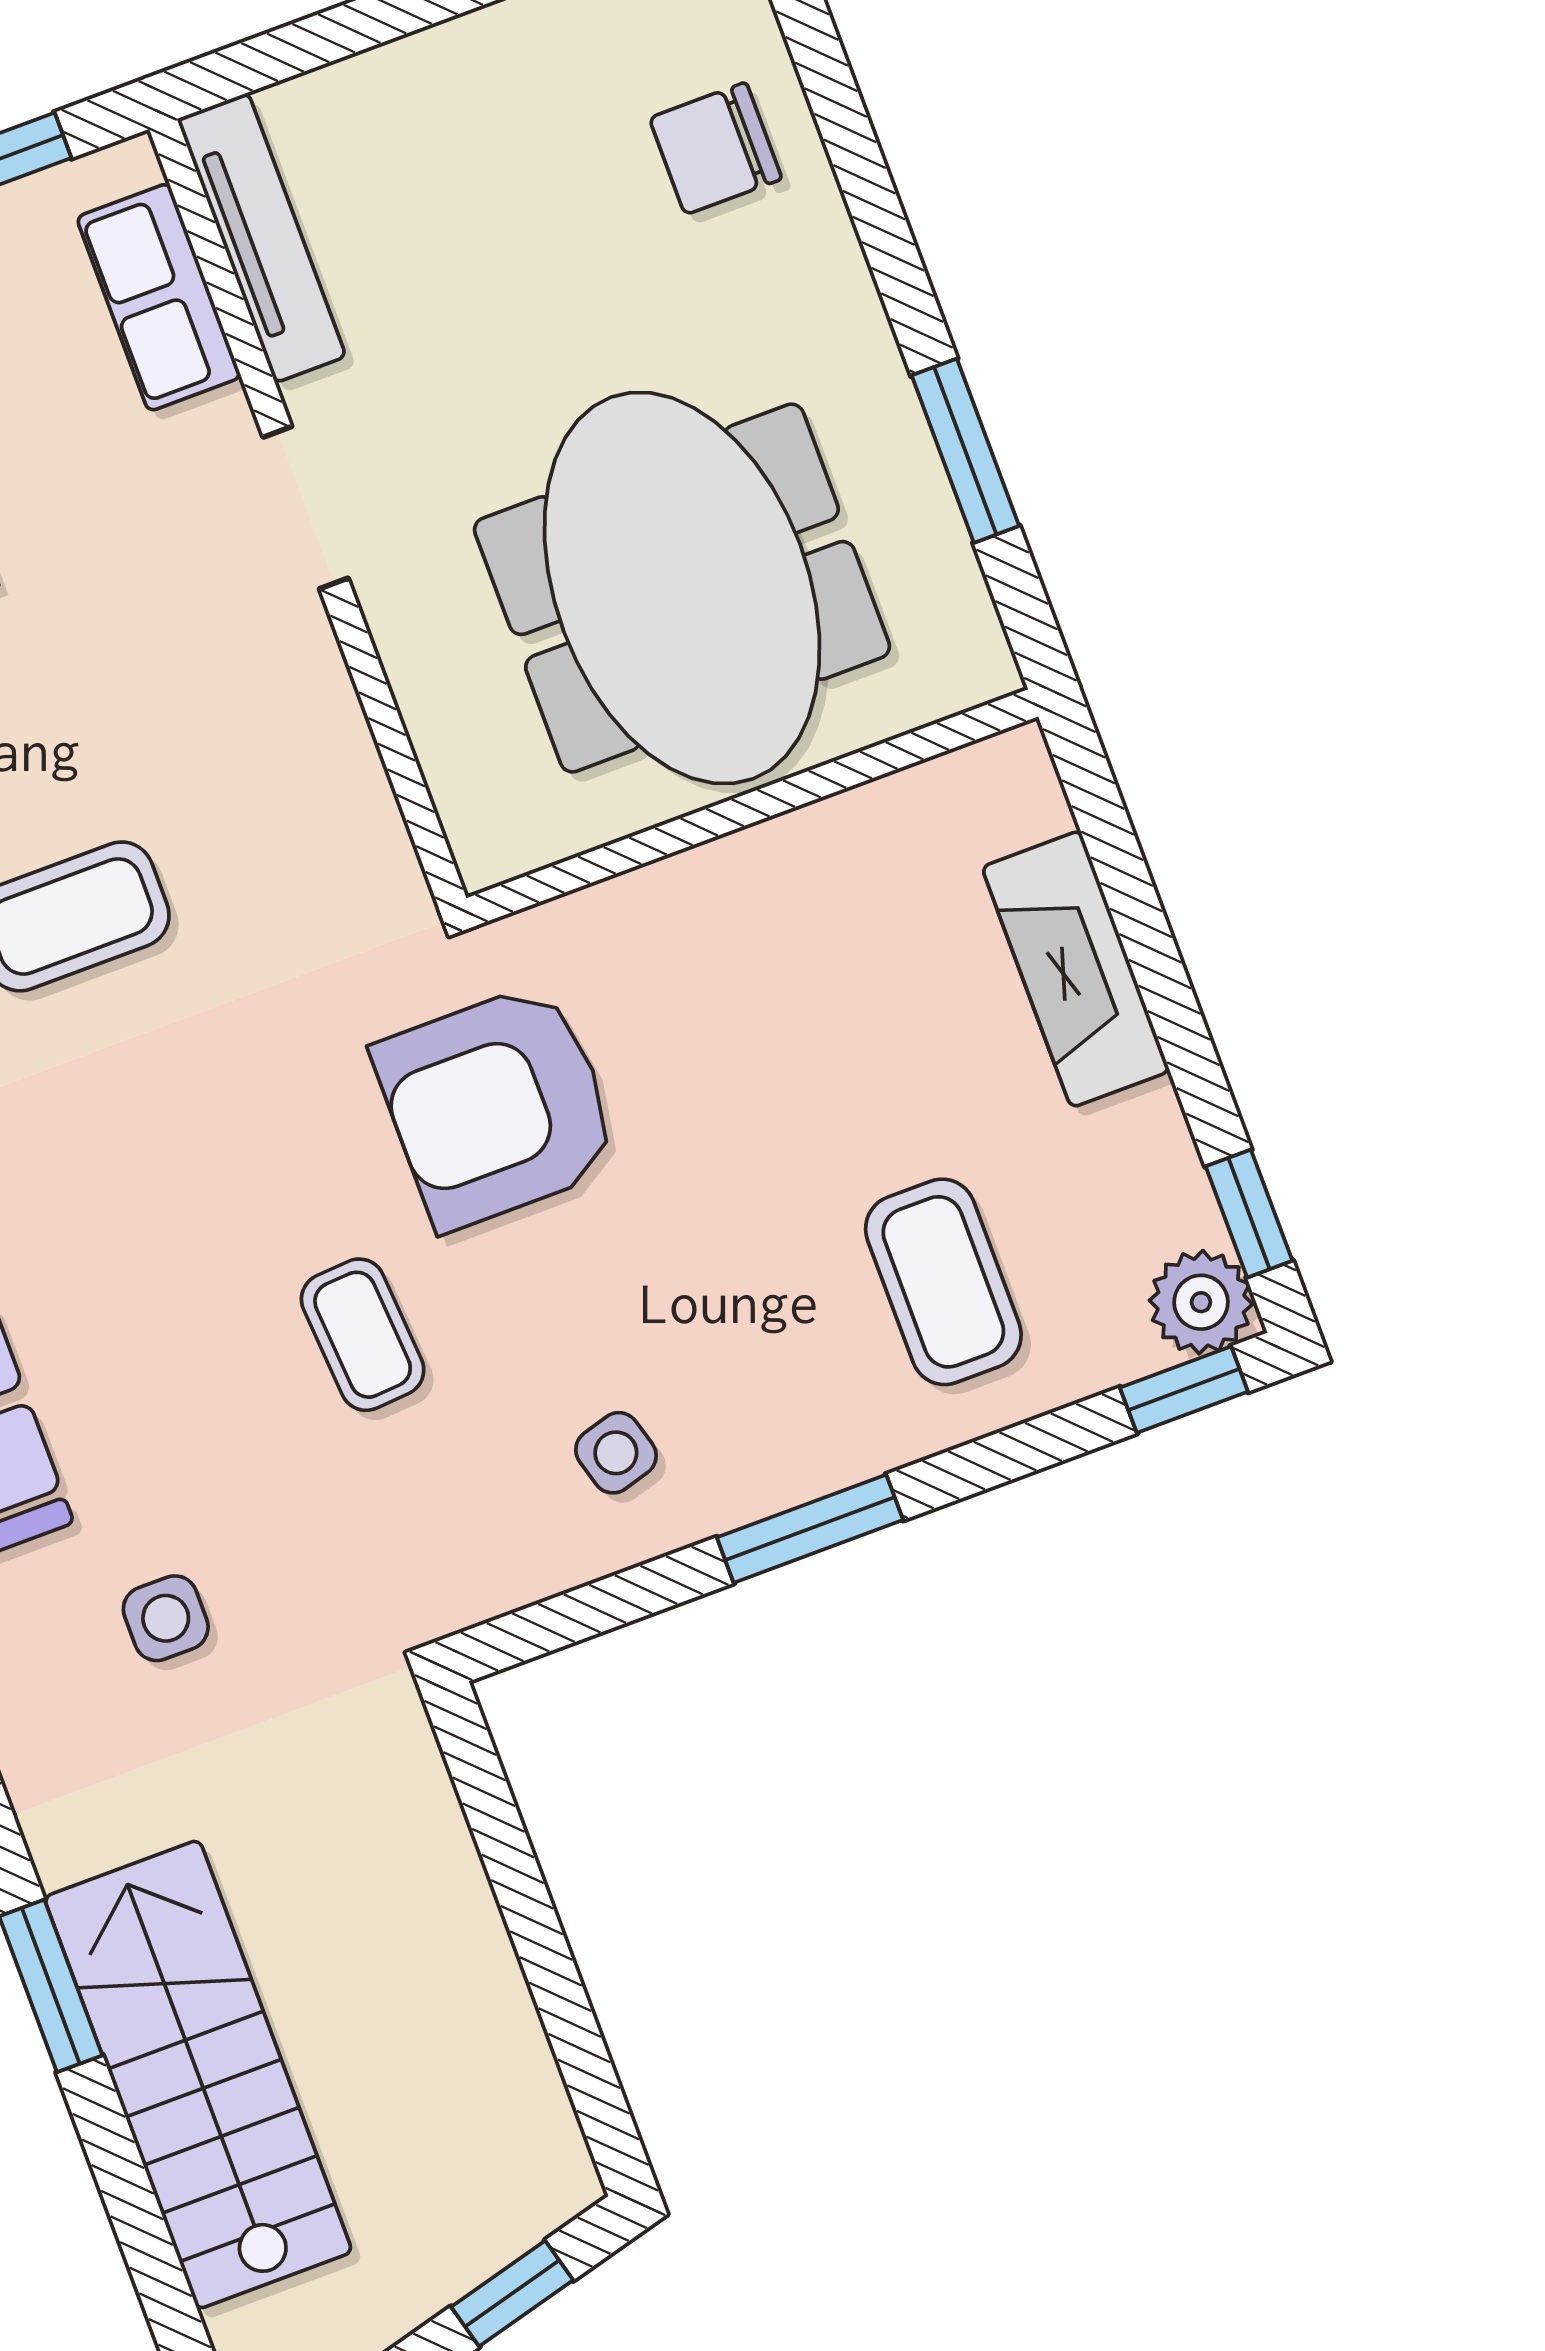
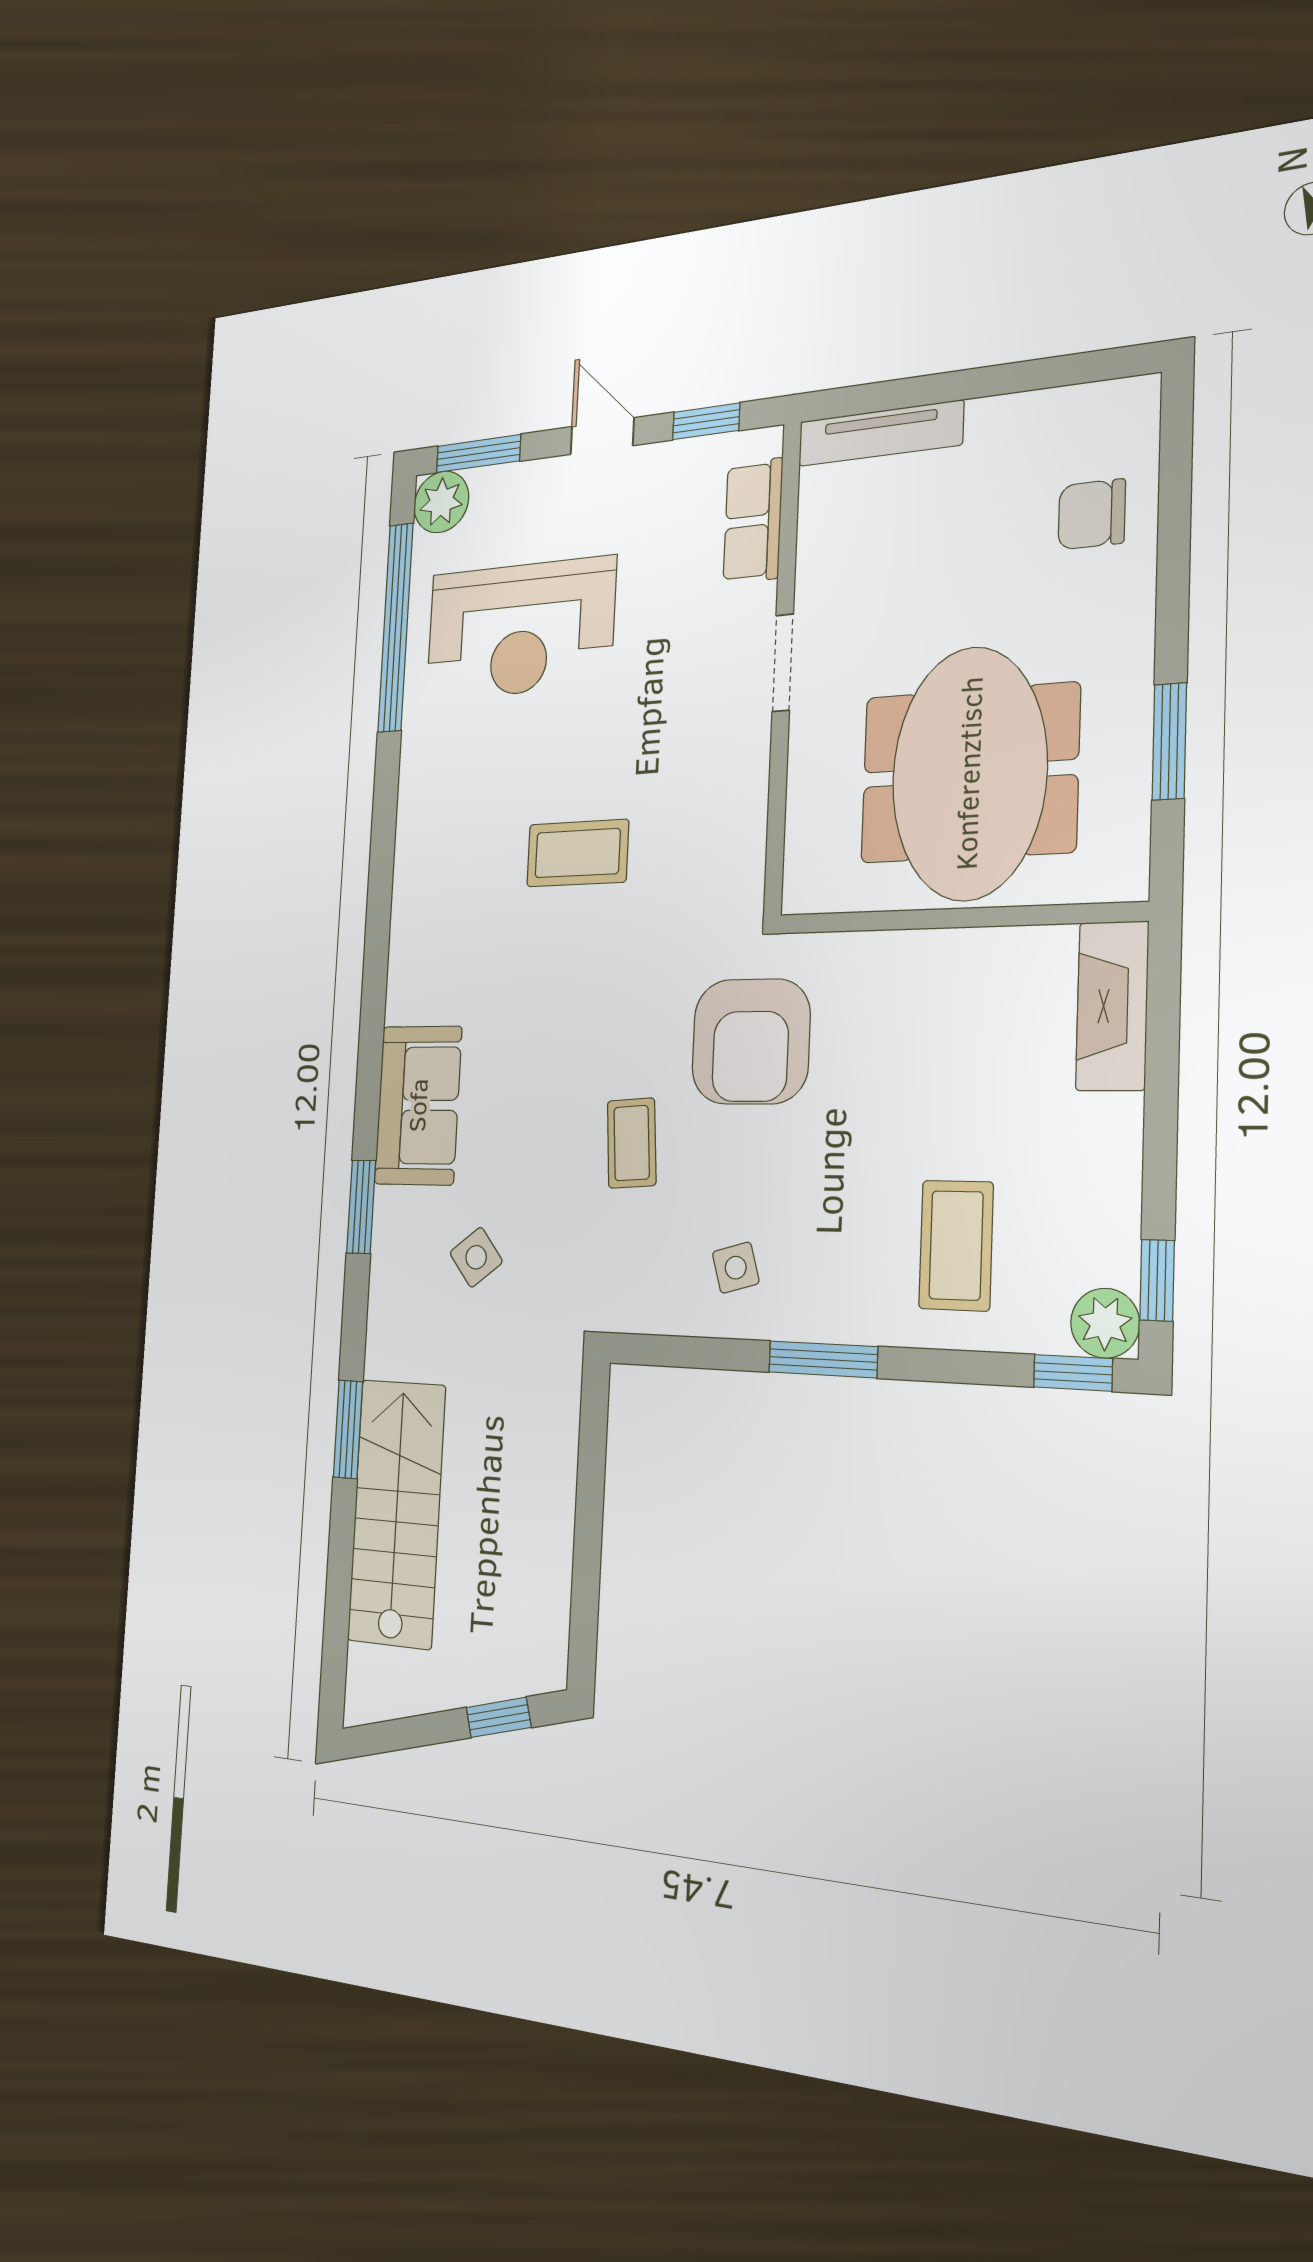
tv unit: (261, 238) -> (880, 433), moved, turned 90
fireplace: (1076, 969) -> (1112, 1006), moved
armchair: (497, 1106) -> (751, 1041), turned -90
side table: (166, 1618) -> (476, 1257), turned -38

